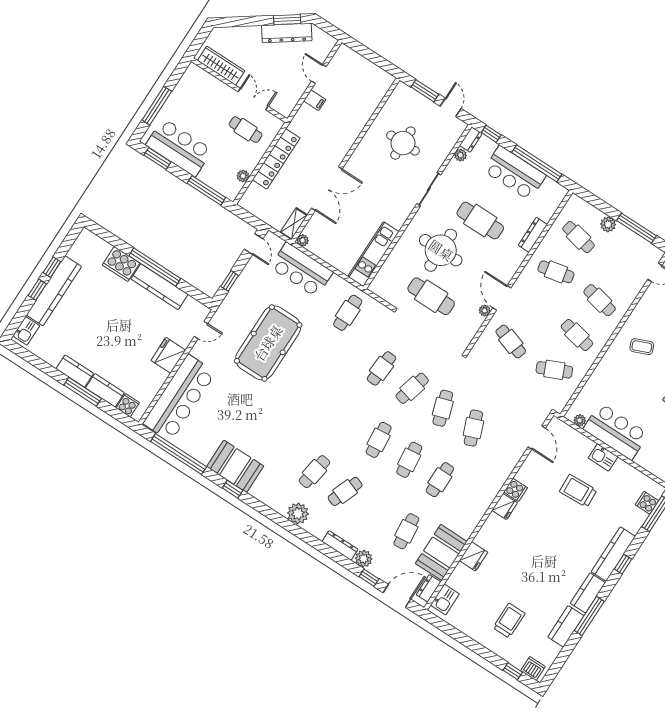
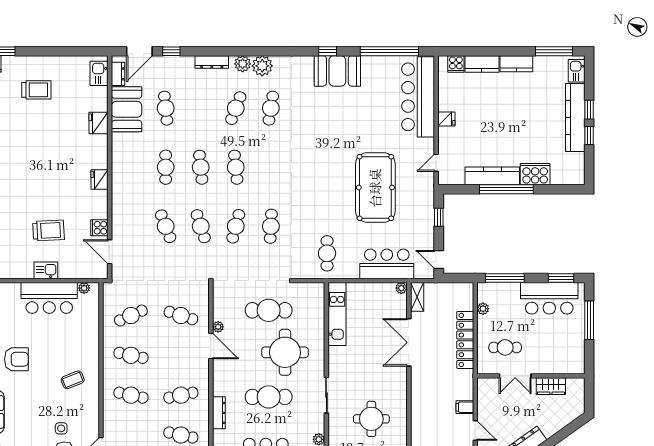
wardrobe: (221, 66) -> (551, 386), width x0.67
fridge: (168, 355) -> (446, 119), width x0.53, depth x0.75
window: (83, 392) -> (554, 51), moved
cooker: (516, 490) -> (99, 228), moved
plant: (364, 559) -> (243, 64), moved
trolley: (509, 621) -> (36, 90), turned -90

